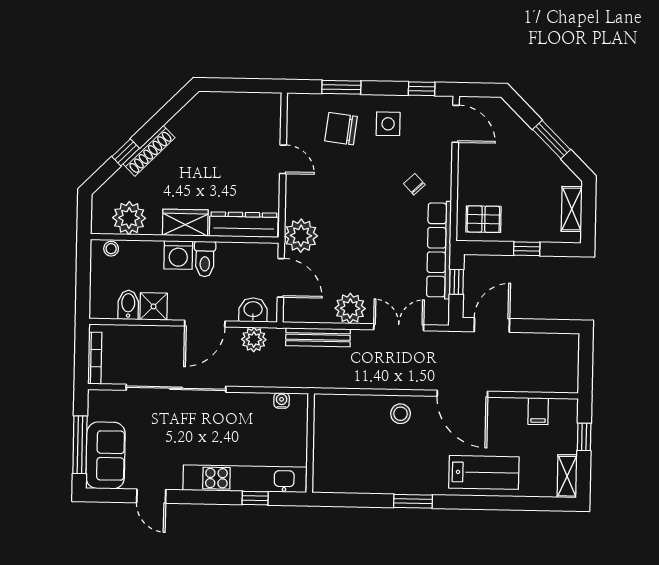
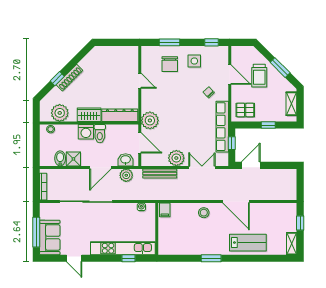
door: (456, 124) -> (230, 75), moved
chair: (341, 129) -> (170, 64), turned -97
trolley: (511, 154) -> (259, 76), added
filing cabinet: (538, 411) -> (165, 210), moved

